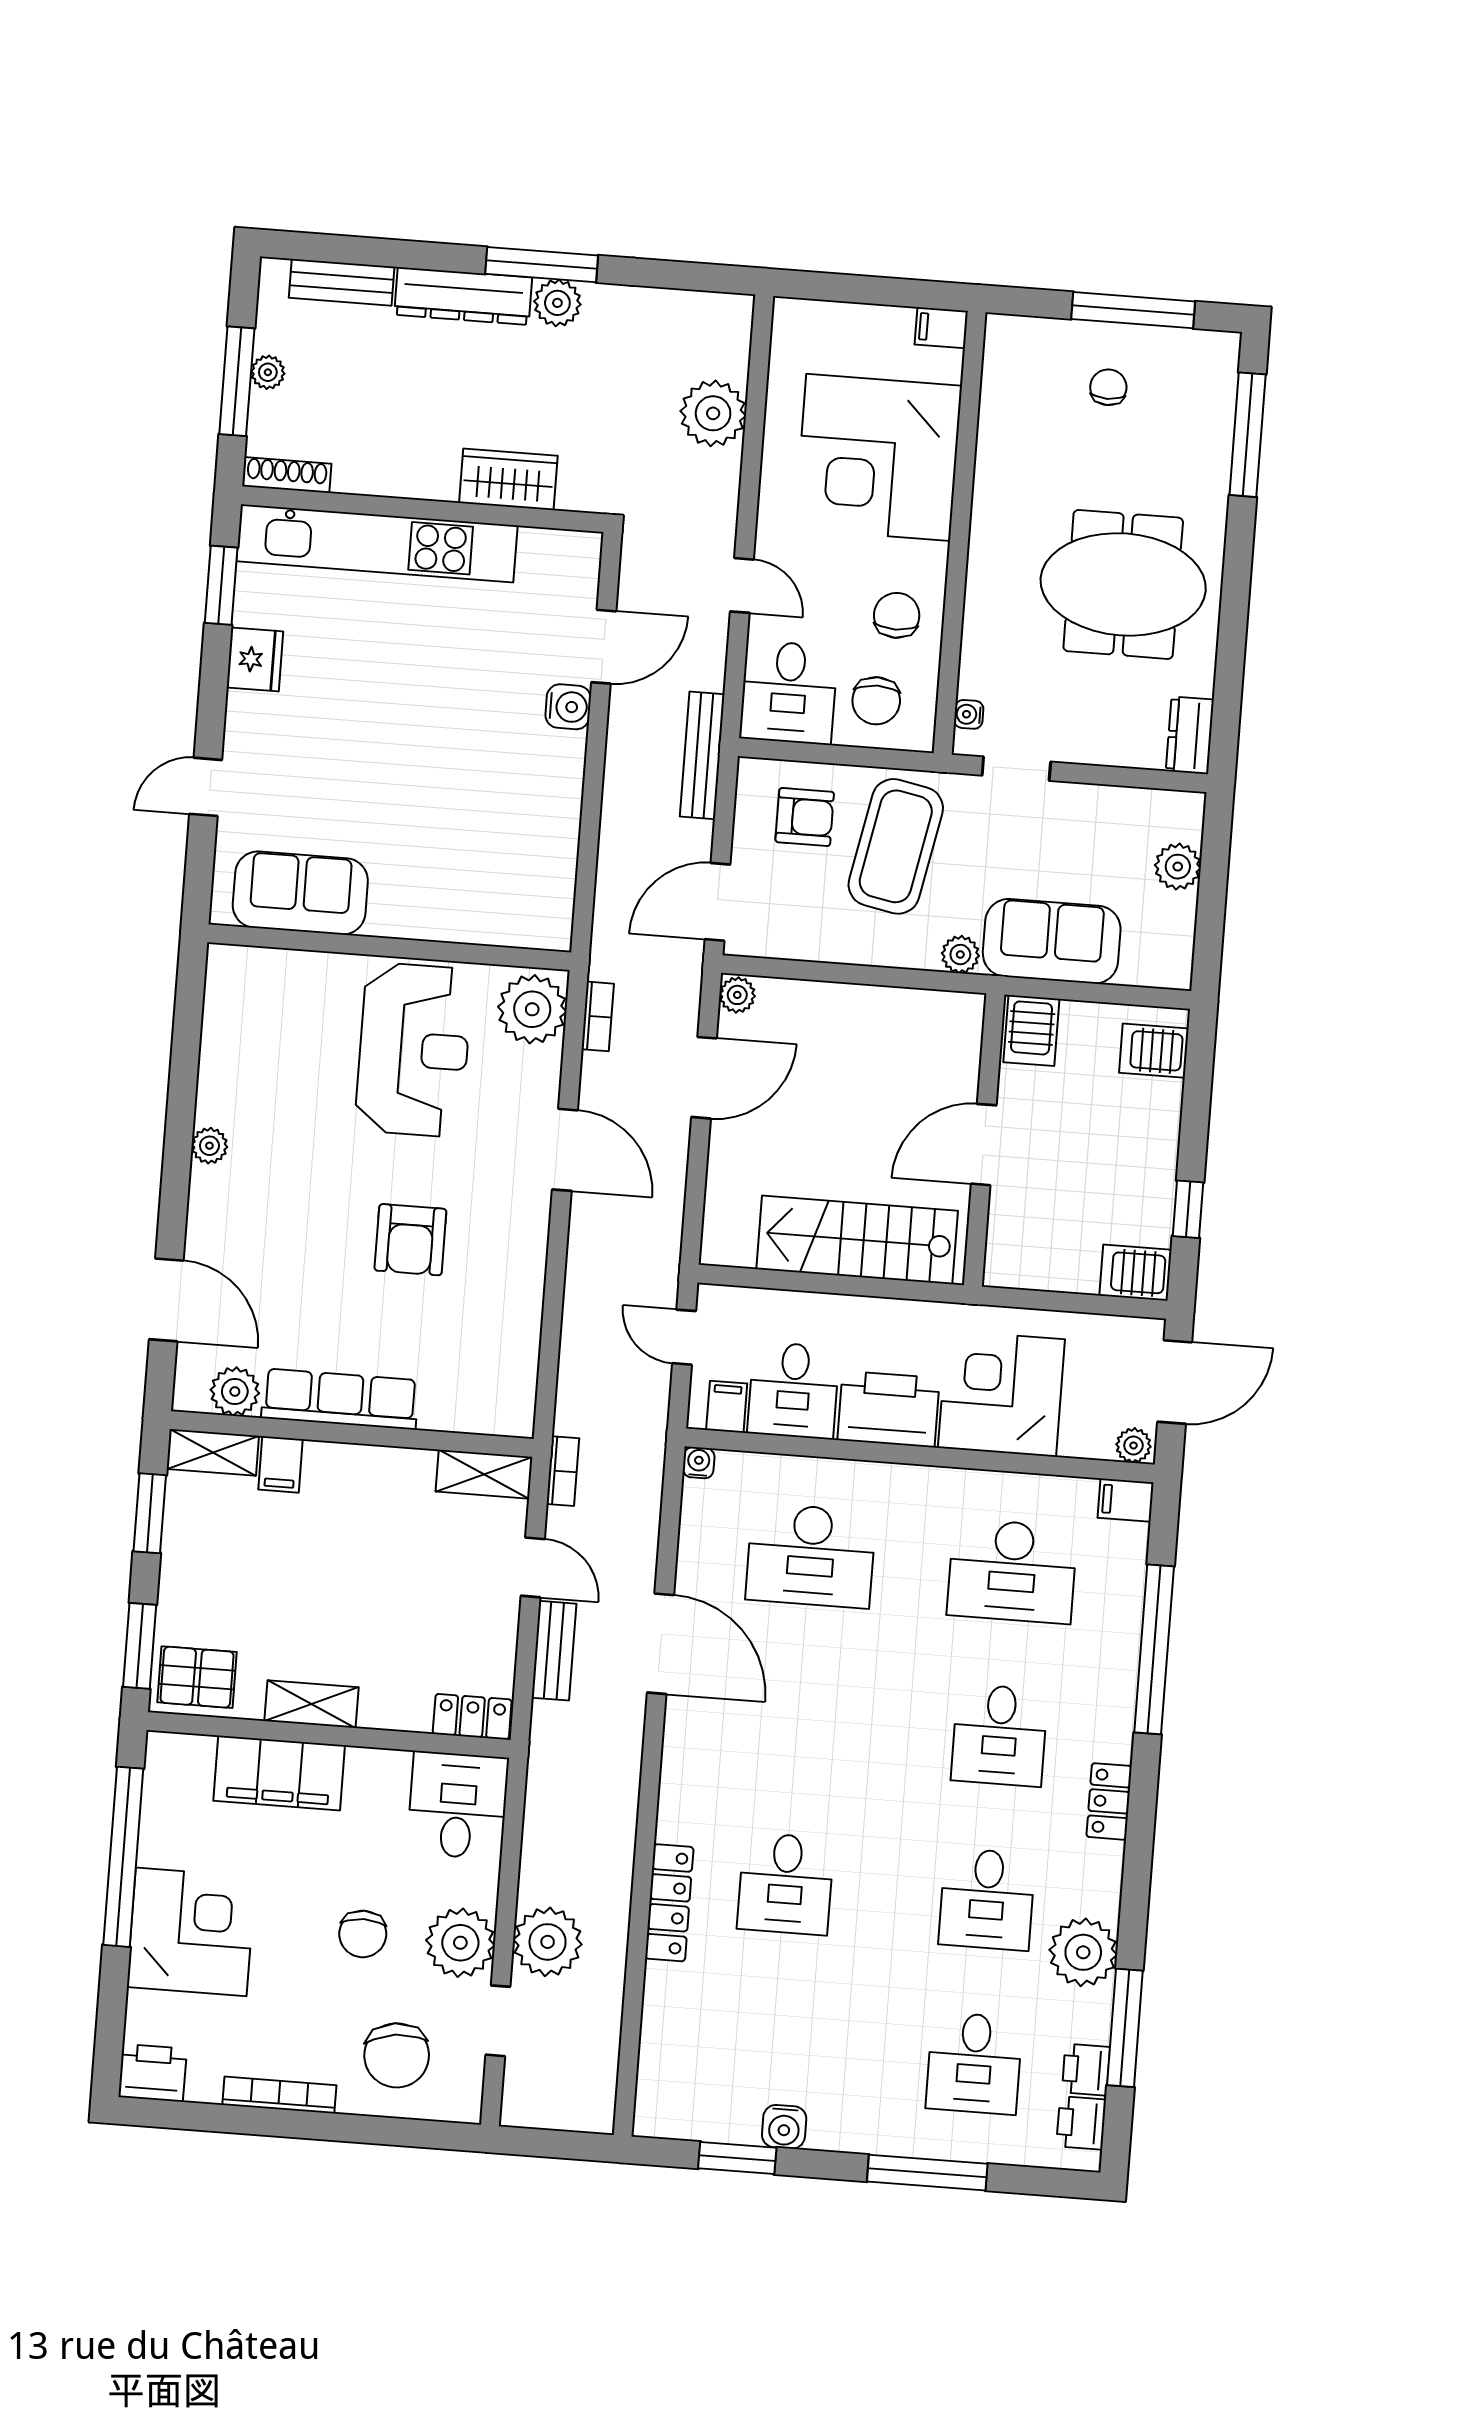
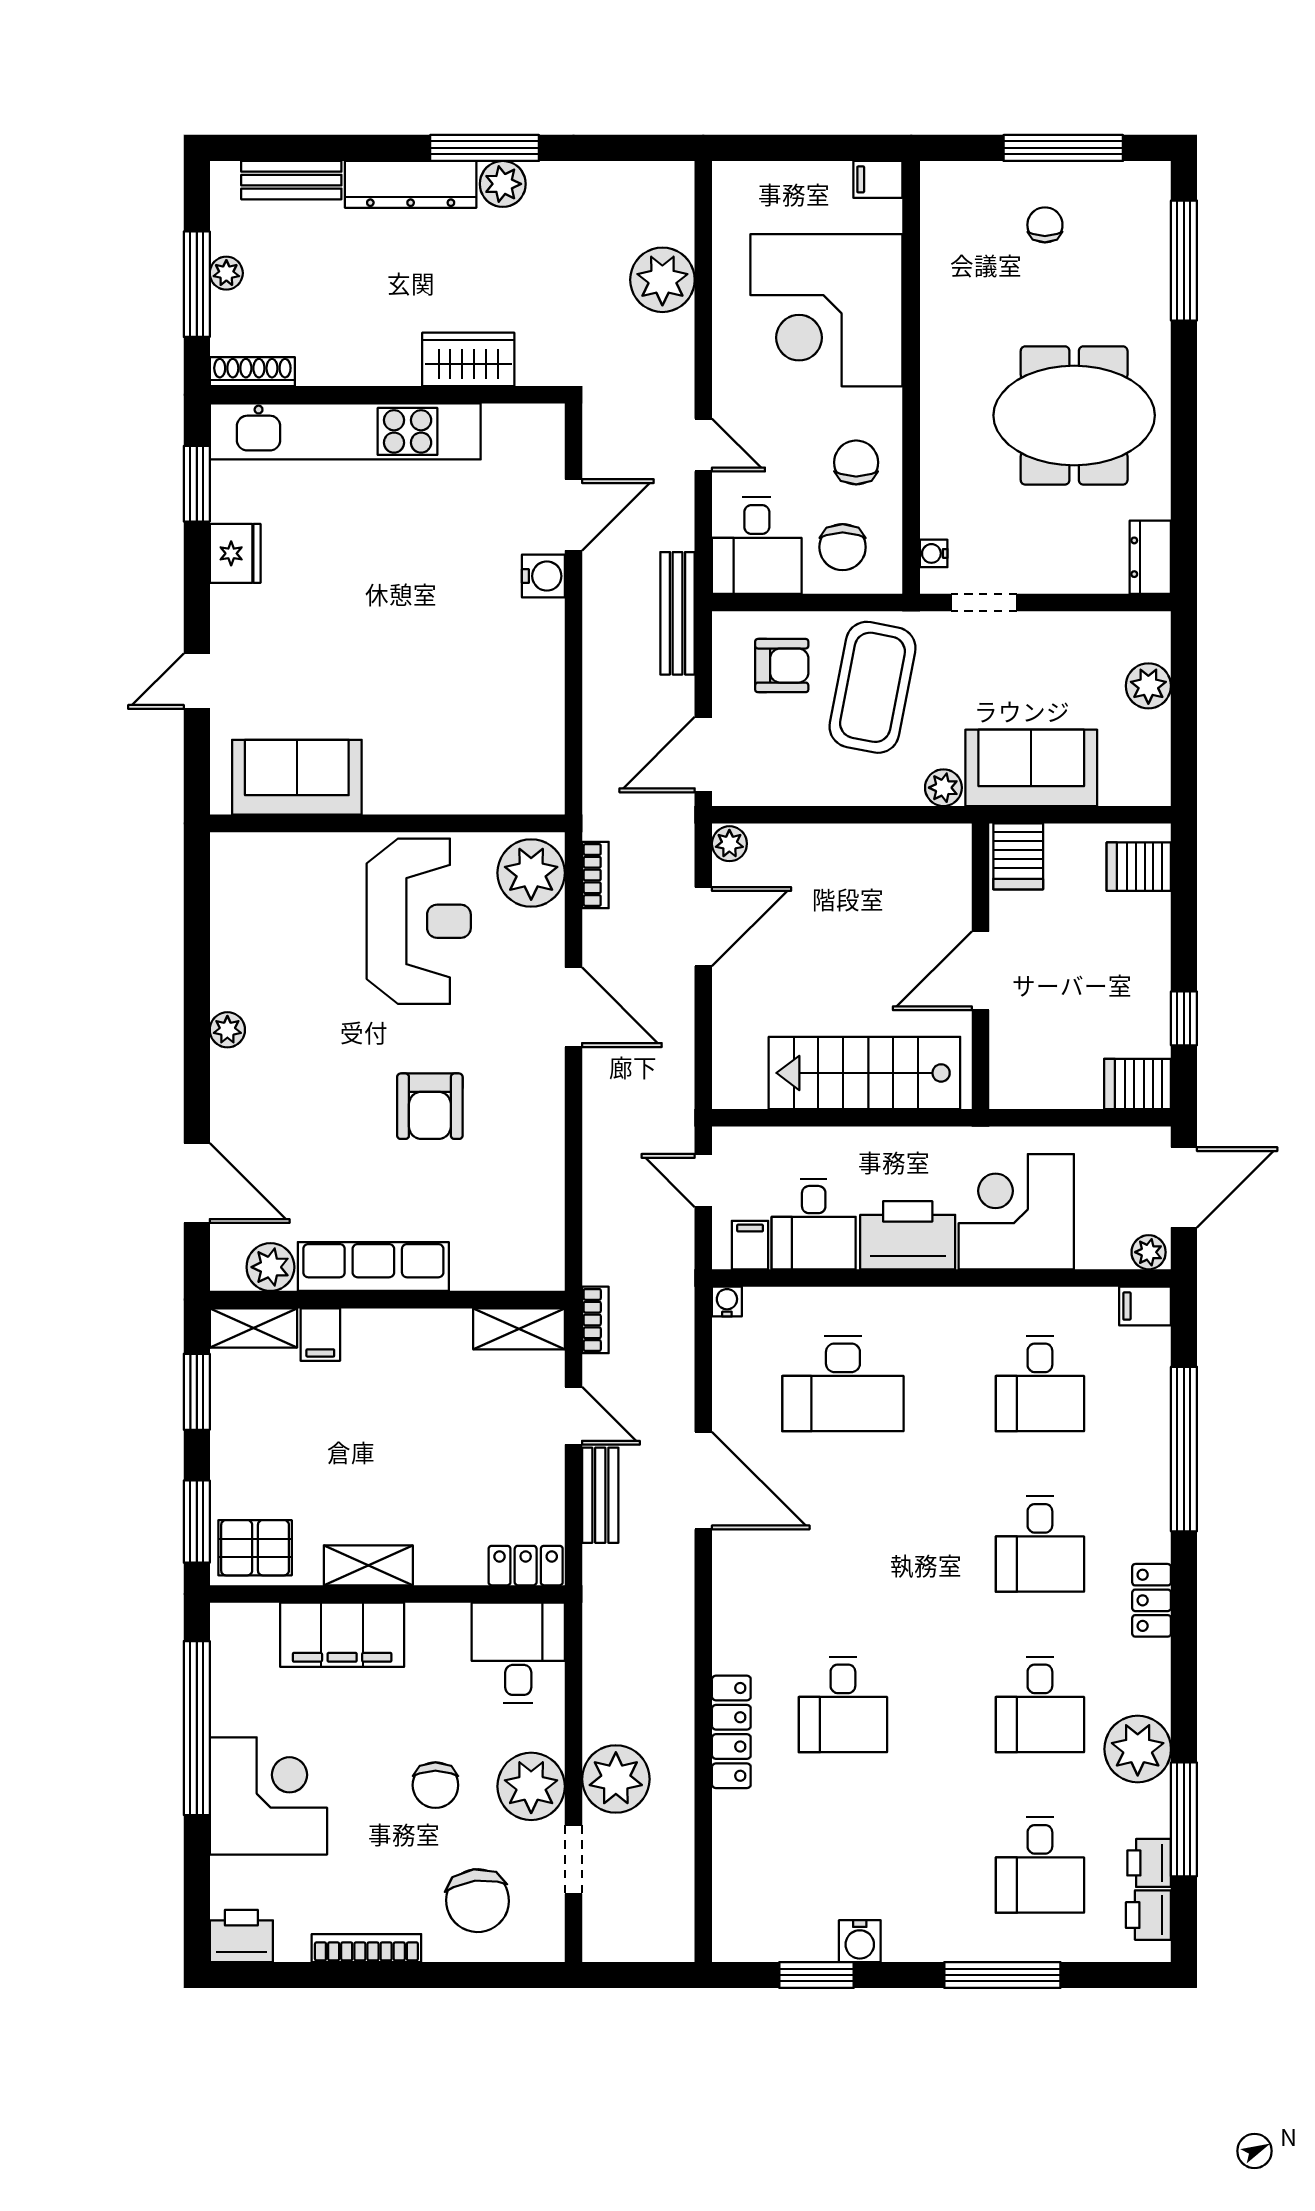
desk: (1012, 1571) -> (1040, 1384), width x0.73

